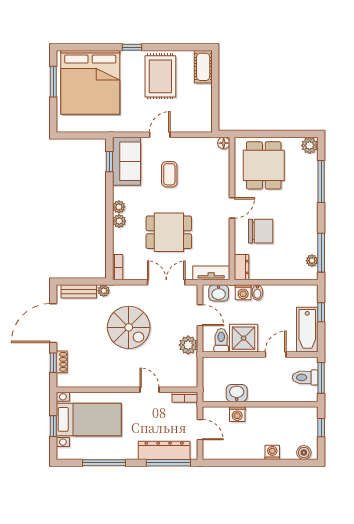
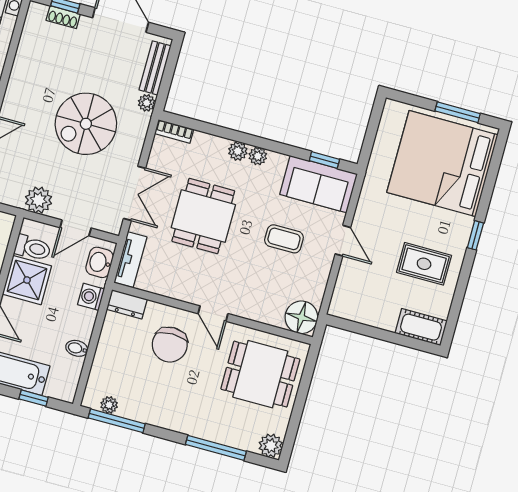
rug: (160, 76) -> (424, 264), width x0.73, depth x0.70
floor lamp: (224, 143) -> (301, 317), width x1.89, depth x1.89
bidet: (257, 292) -> (77, 348), moved

